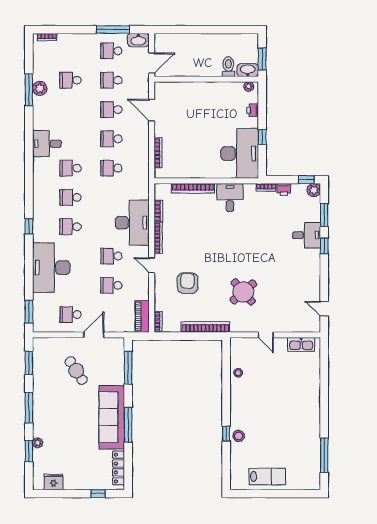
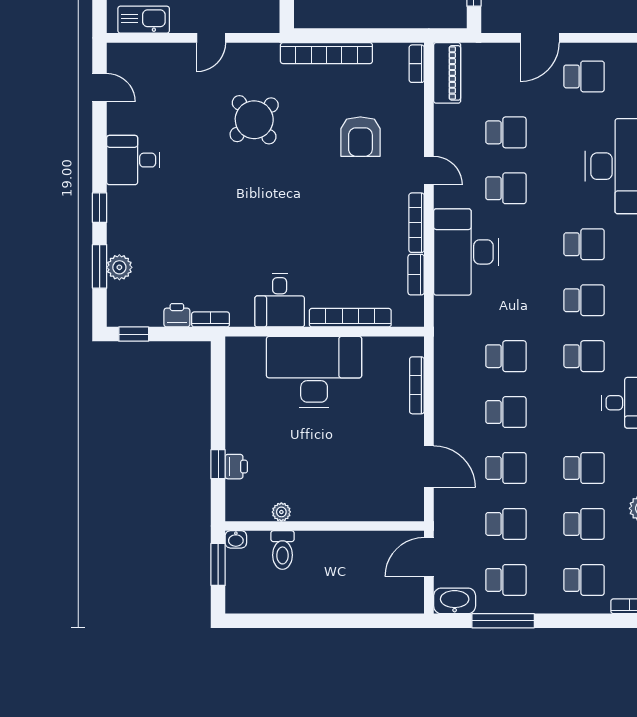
school desk: (70, 51) -> (584, 580), added
washbasin: (248, 70) -> (236, 539), width x0.52, depth x0.69
plant: (249, 87) -> (281, 512), moved
school desk: (70, 110) -> (584, 468), added
window: (262, 137) -> (218, 464), moved
desk: (240, 153) -> (314, 372), moved, turned 90
plant: (314, 190) -> (119, 267), moved
desk: (307, 235) -> (133, 160), moved
door: (266, 335) -> (211, 38), swing flipped

